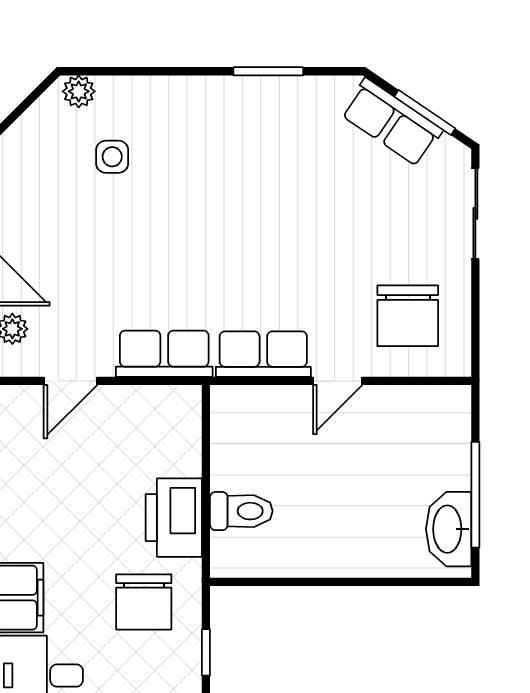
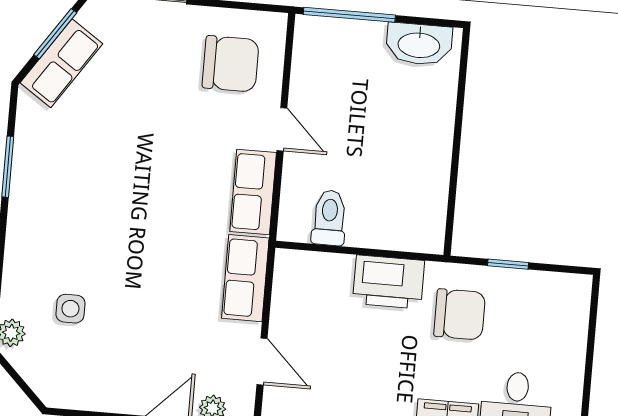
window: (475, 495) -> (349, 15), moved
toilet: (241, 511) -> (329, 218), moved

